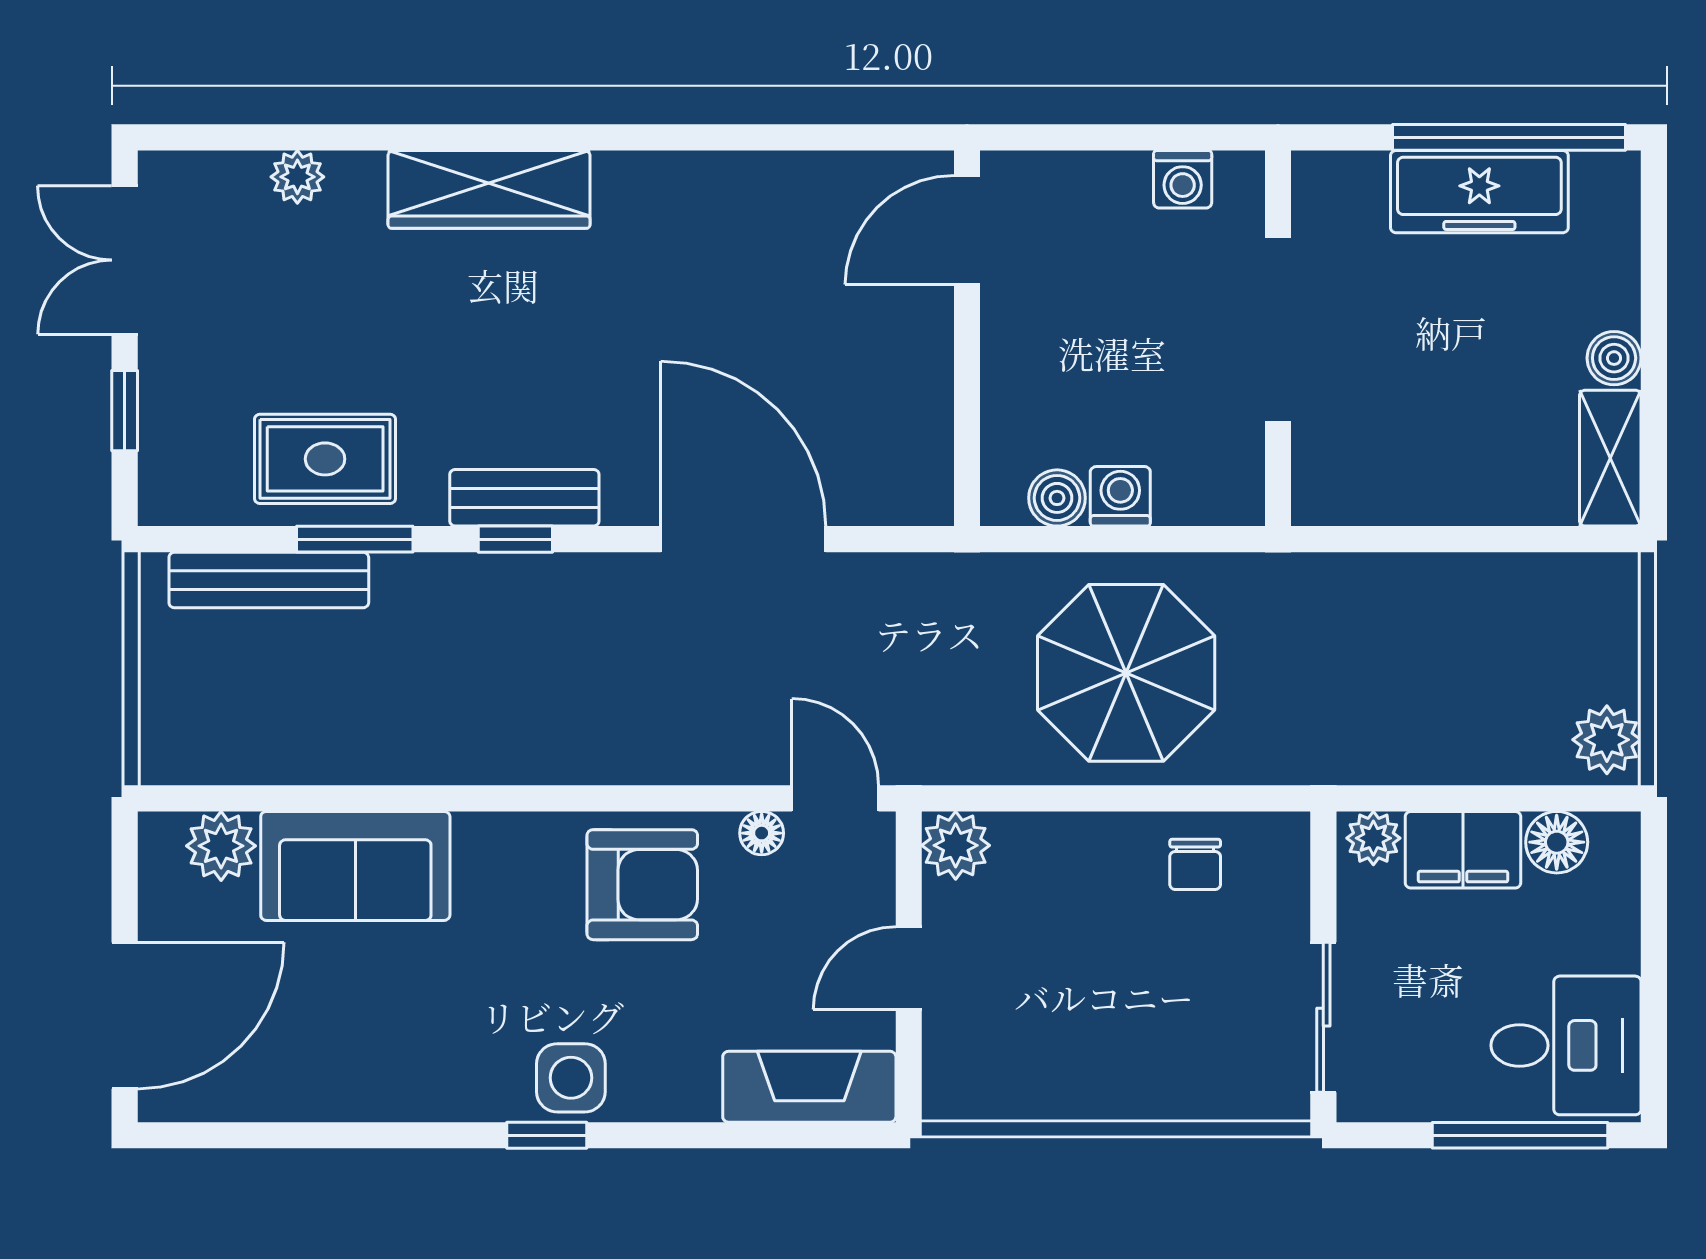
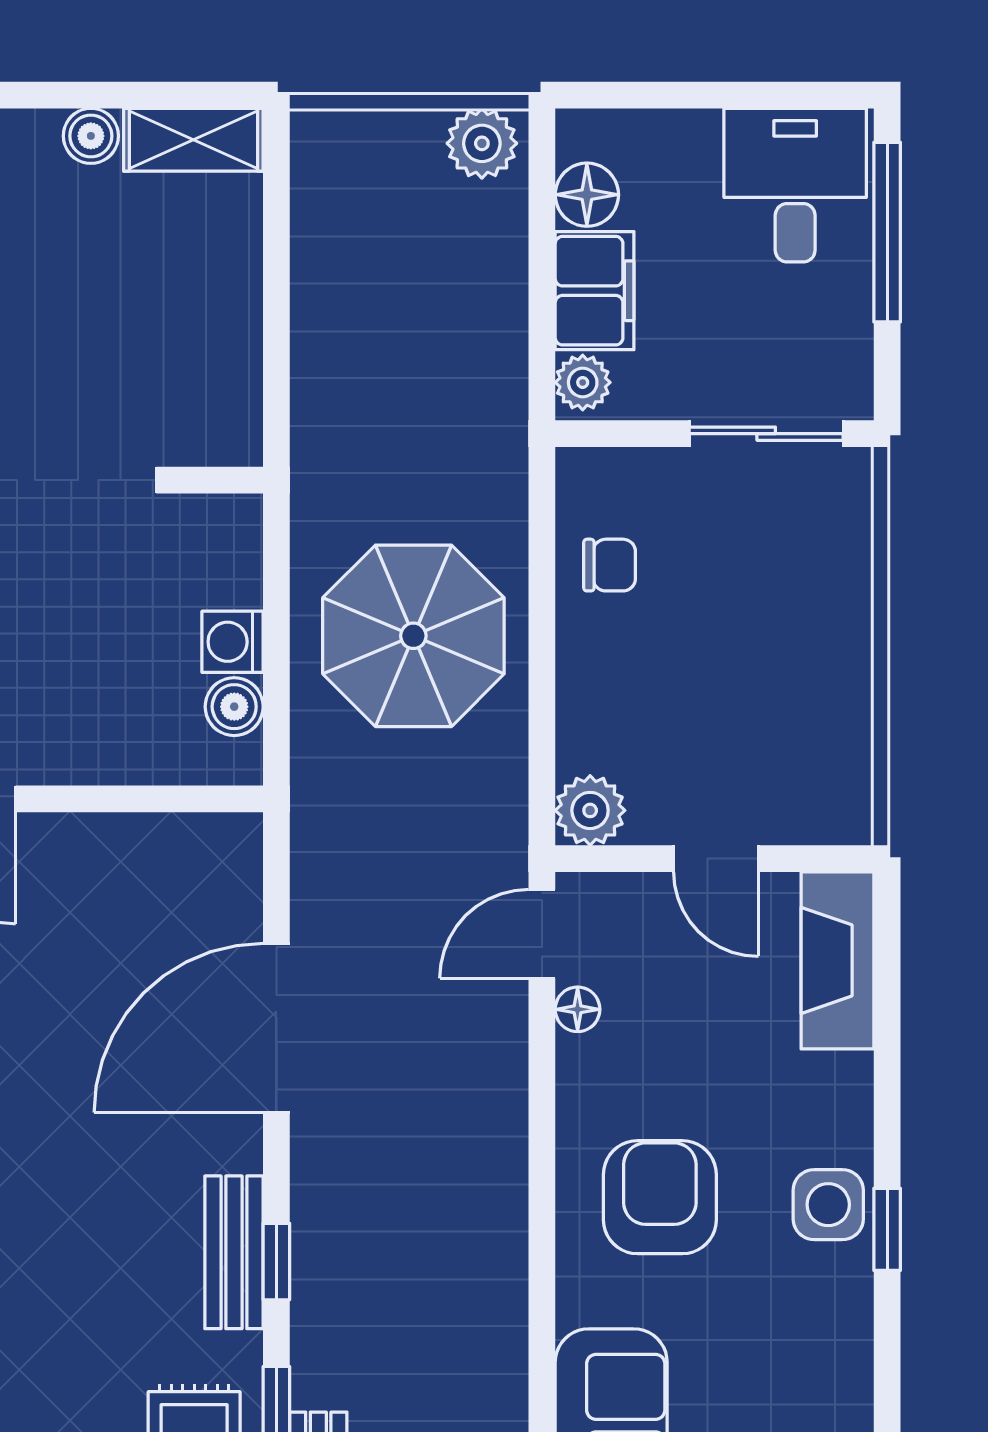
armchair: (642, 885) -> (660, 1197), moved

